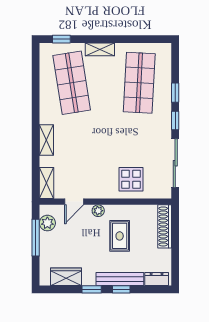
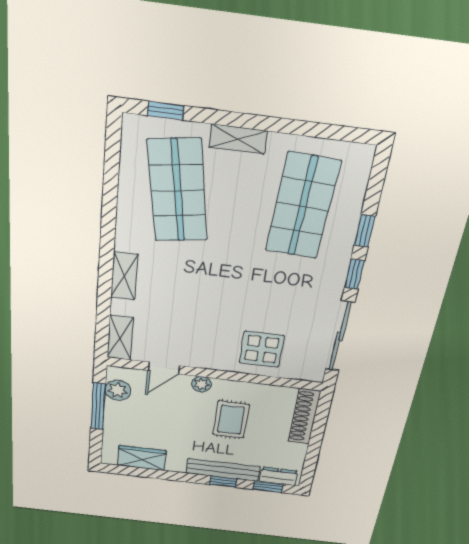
window: (92, 289) -> (268, 487), moved

